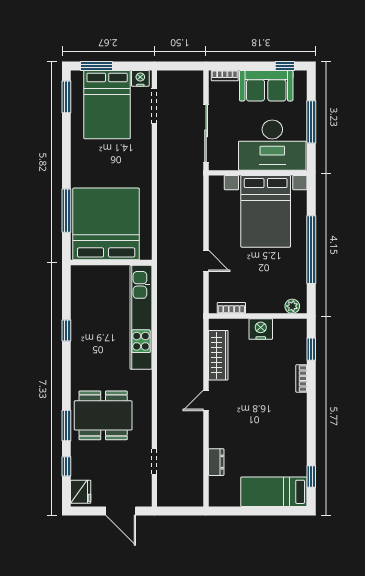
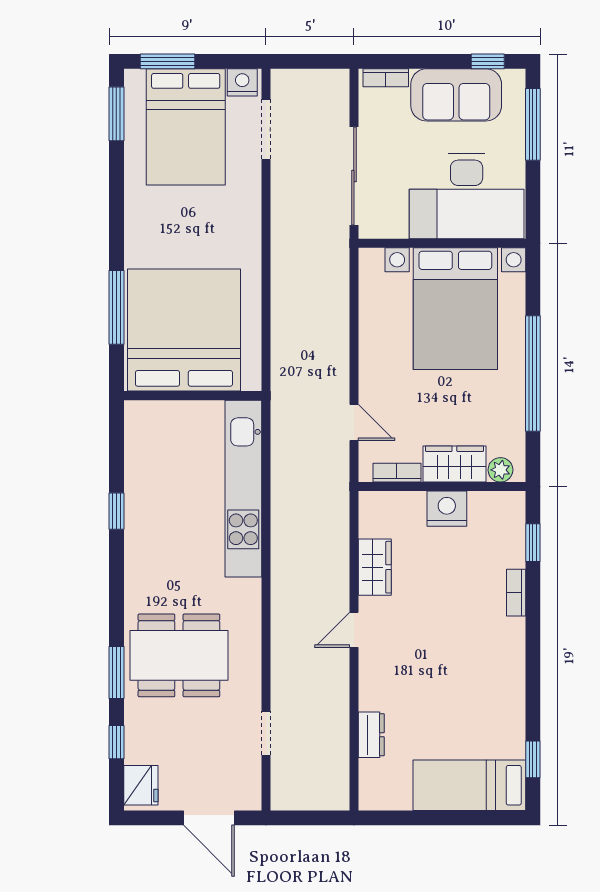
window: (311, 122) -> (533, 124), moved
door: (206, 261) -> (354, 422), moved
wardrobe: (265, 303) -> (454, 464), added
wardrobe: (218, 355) -> (375, 567), width x0.67

